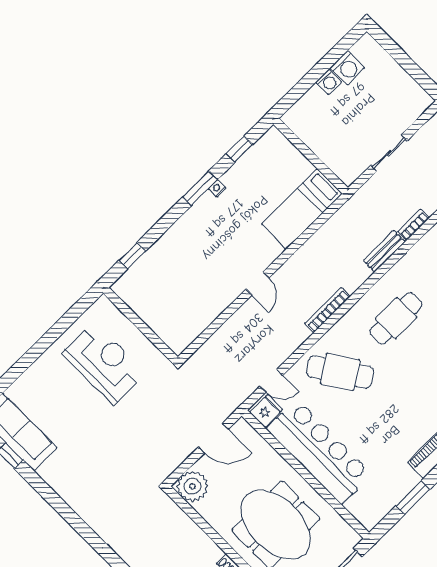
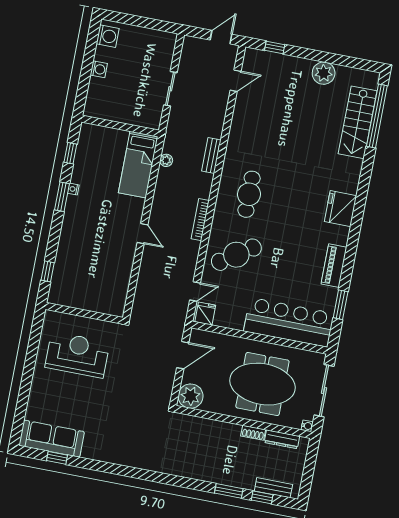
washing machine: (347, 68) -> (108, 36), moved
plant: (334, 224) -> (166, 160), added
bookcase: (414, 225) -> (219, 125), removed
bar counter: (319, 452) -> (289, 322), moved

